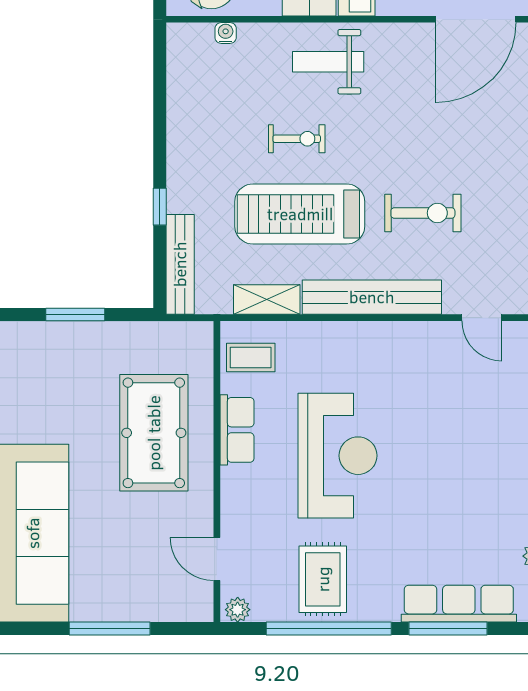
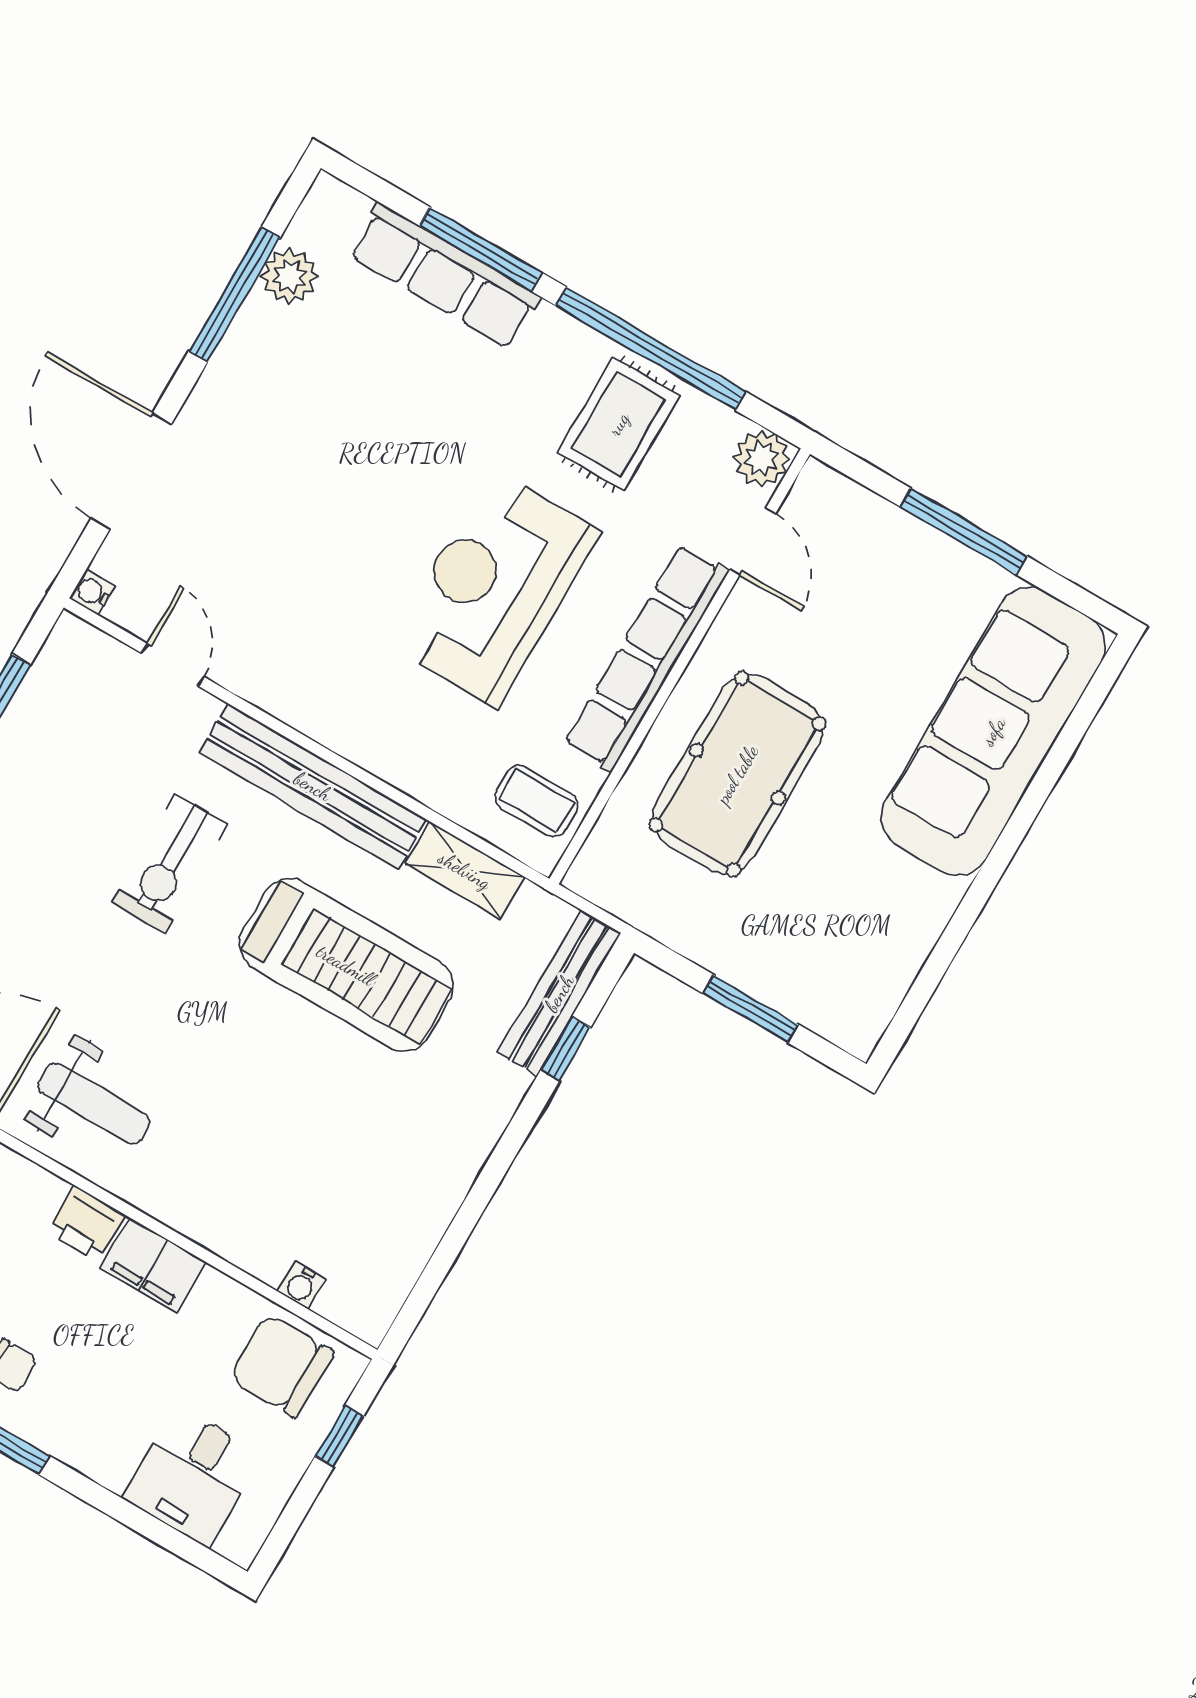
weight bench: (328, 62) -> (94, 1104), moved
exercise bike: (297, 139) -> (288, 1075), removed
window: (160, 207) -> (566, 1049), moved
exercise bike: (423, 213) -> (170, 864), turned -90
row of seats: (237, 430) -> (646, 658), width x2.02
plant: (238, 610) -> (762, 458), width x1.38, depth x1.38

